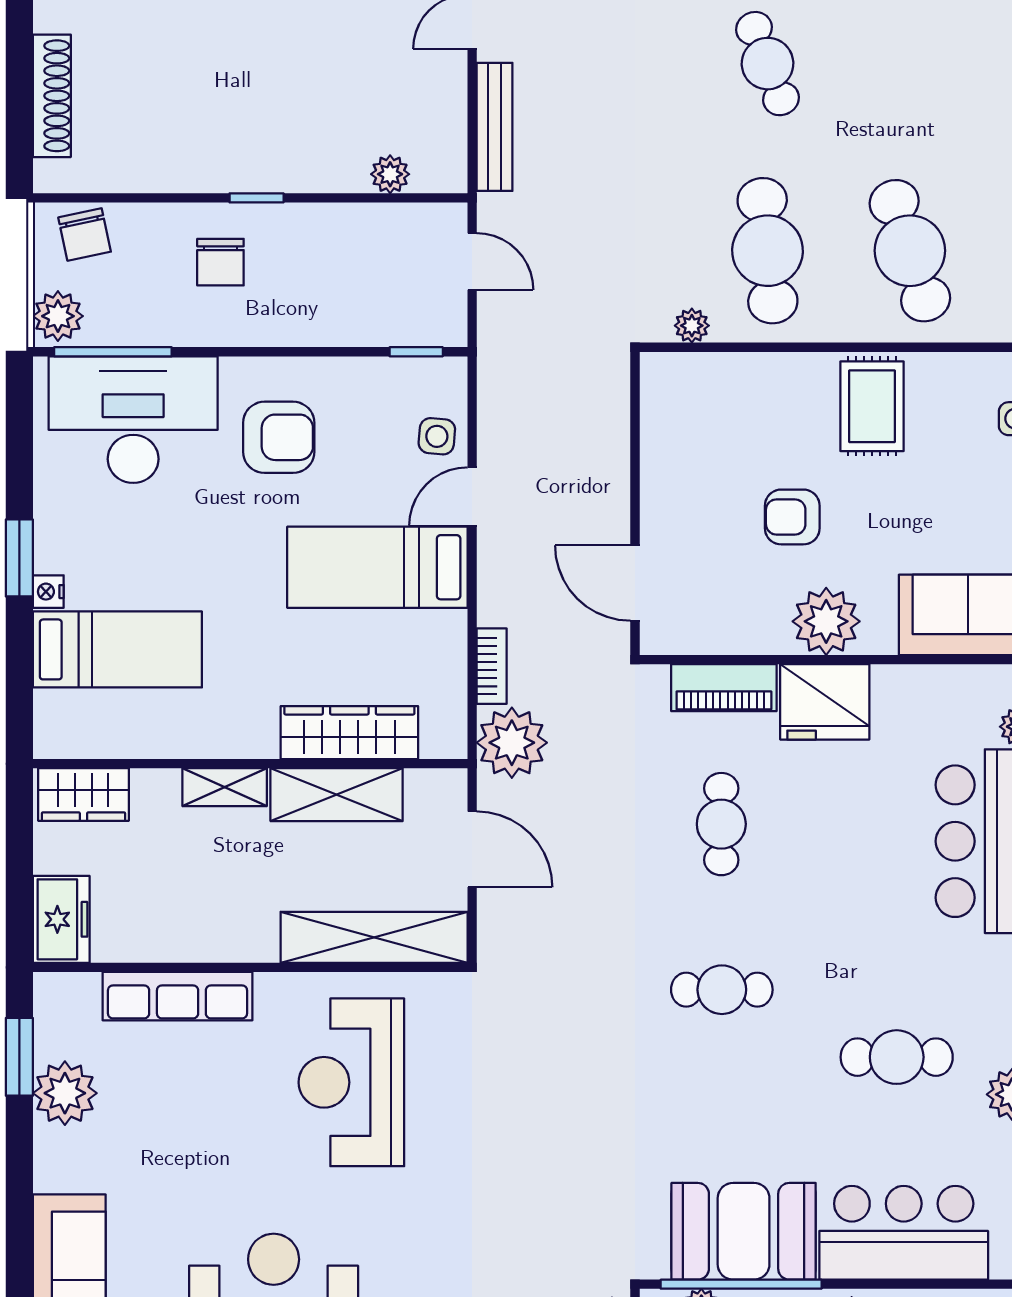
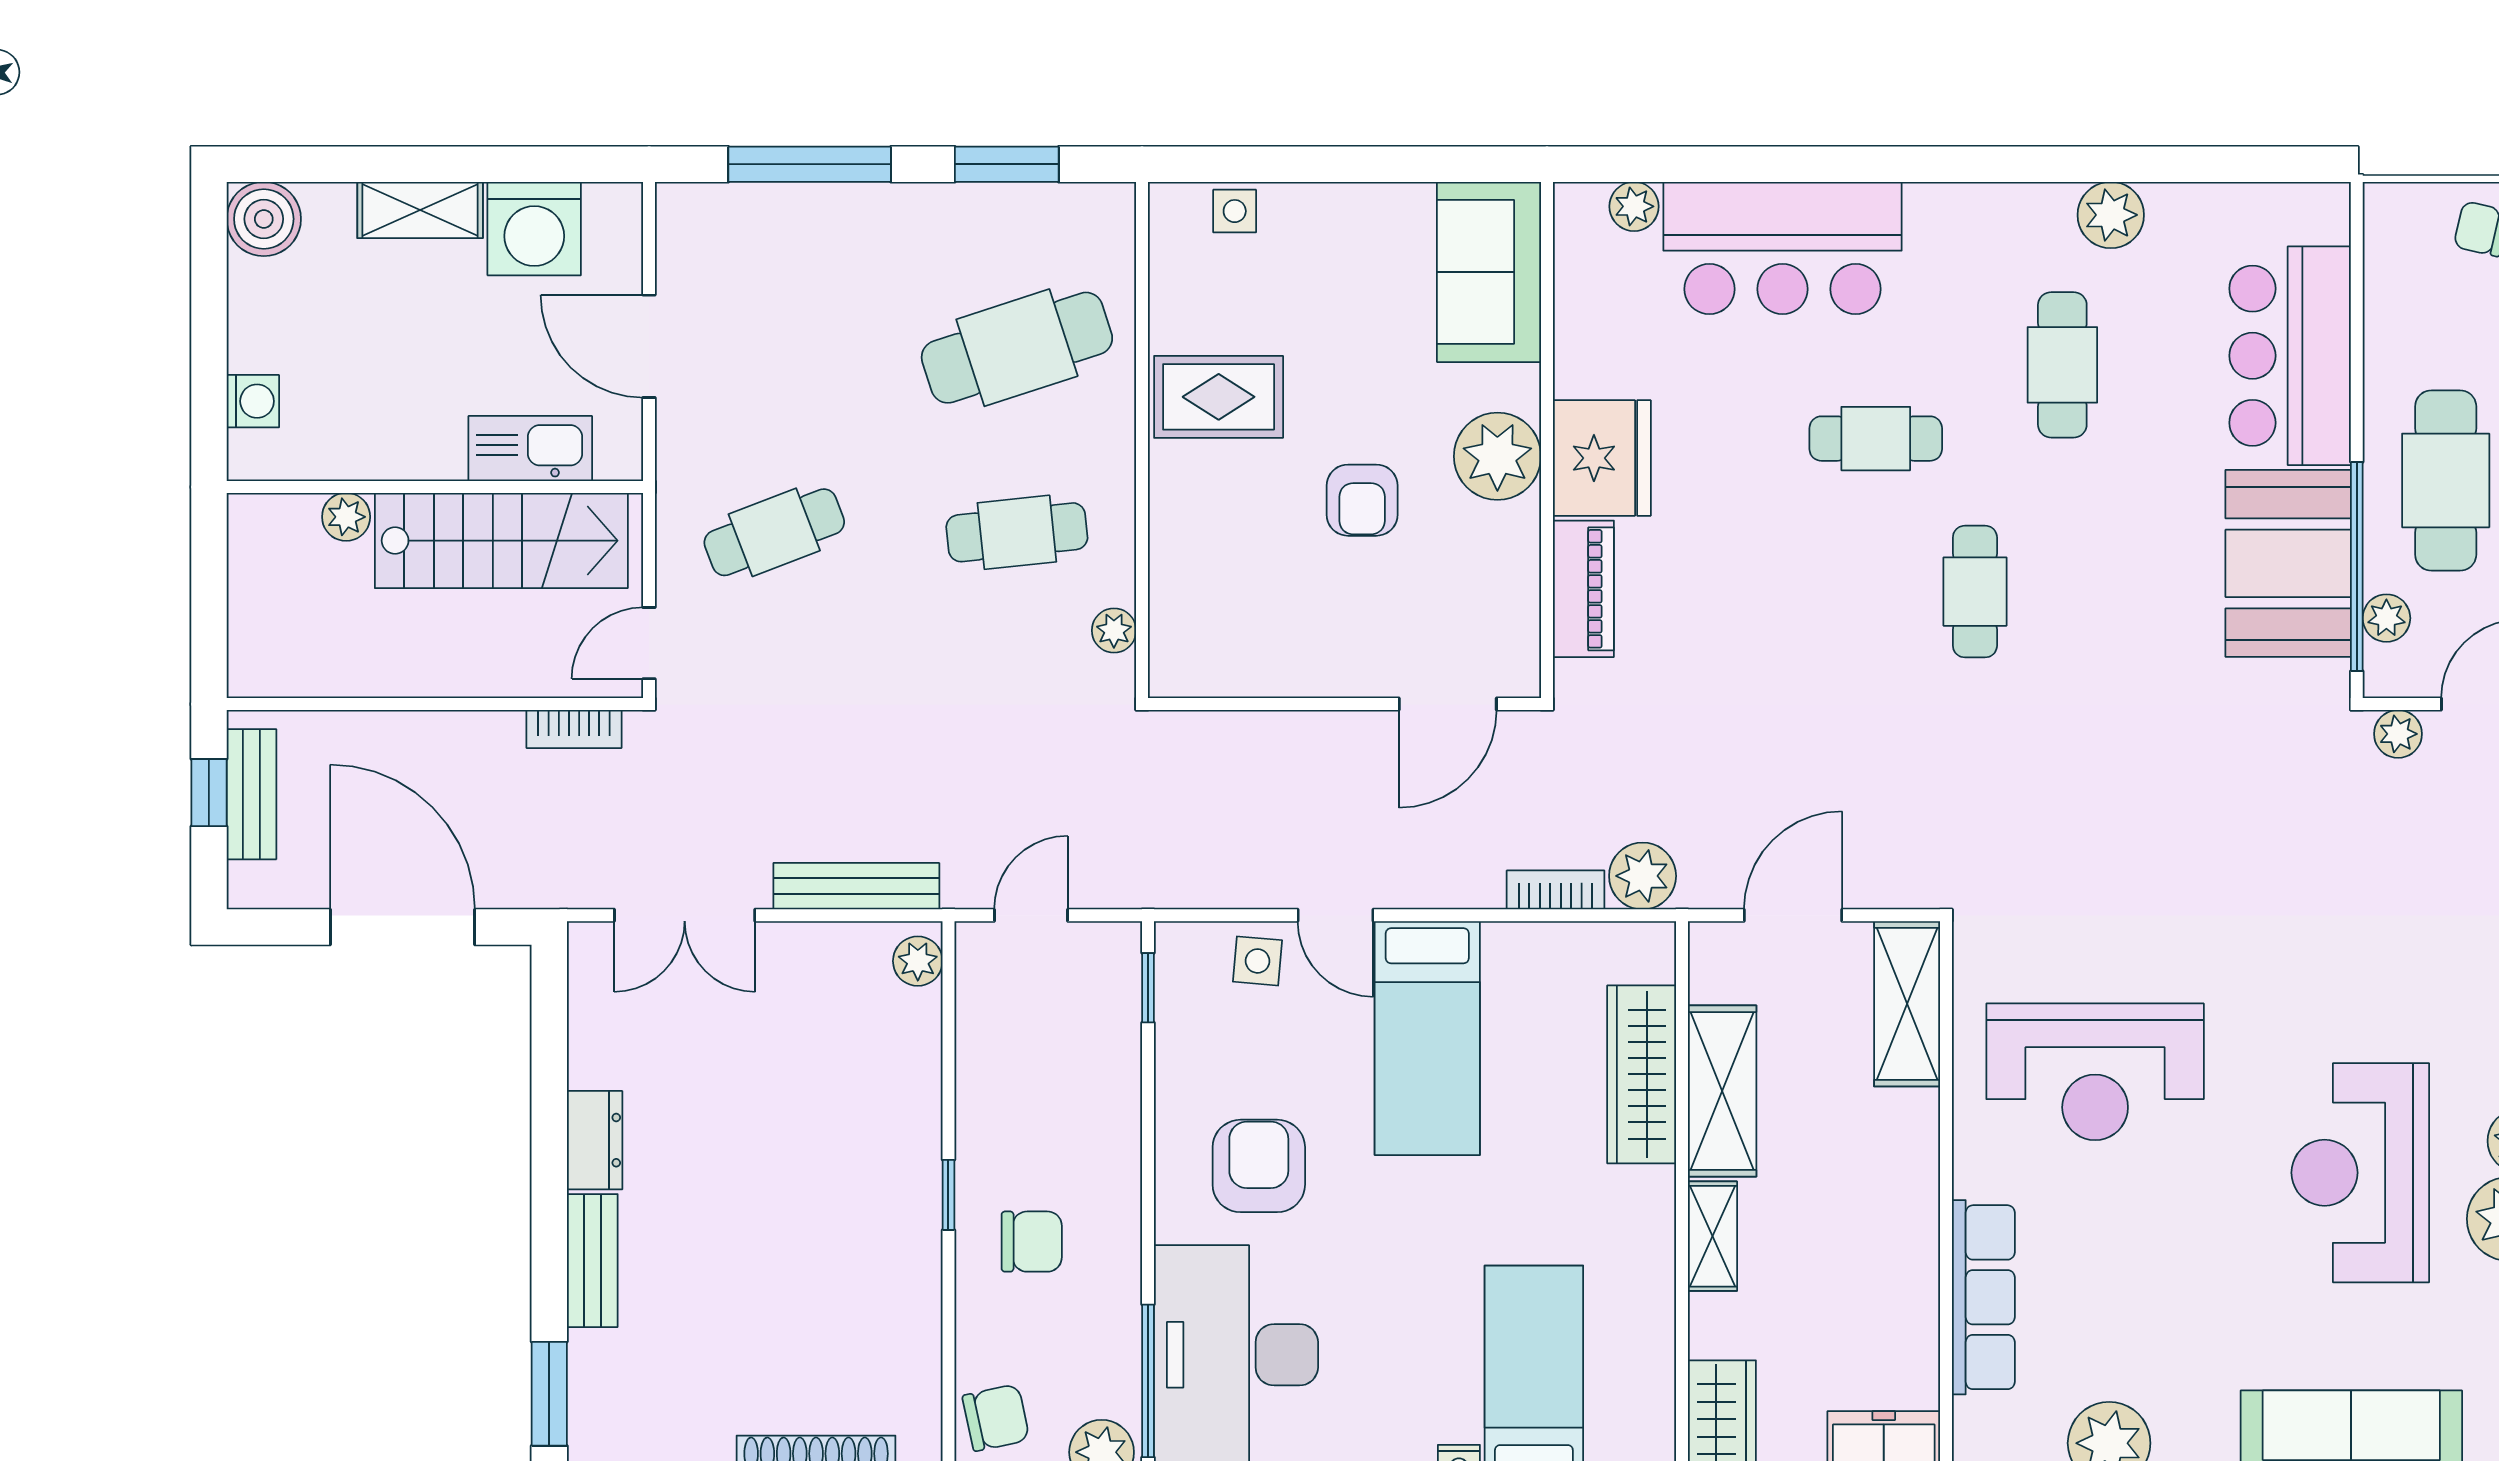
plant: (390, 174) -> (918, 961), moved
cafe table: (767, 251) -> (1017, 532), width x0.73, depth x0.74
plant: (512, 743) -> (1643, 876), width x0.73, depth x0.73
cafe table: (721, 824) -> (1876, 439), moved
shelving: (374, 937) -> (1907, 1004), width x0.68

